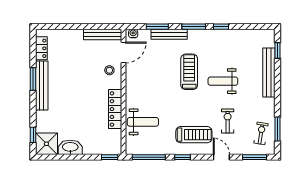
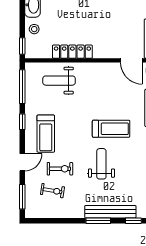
stool: (109, 70) -> (34, 29), moved
weight bench: (143, 122) -> (59, 81), turned 90
window: (278, 129) -> (98, 221), moved
exercise bike: (261, 133) -> (53, 191), moved

